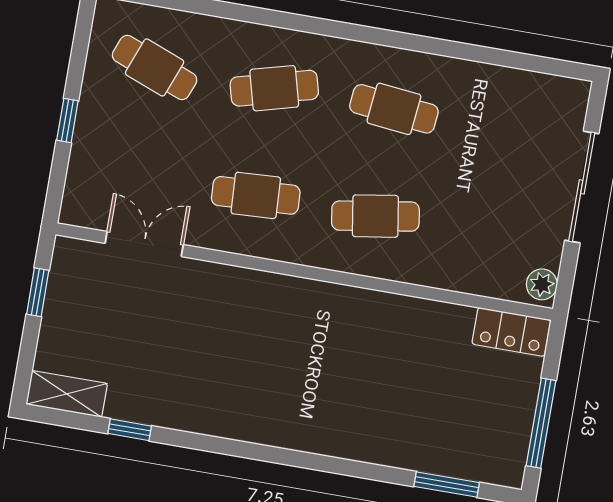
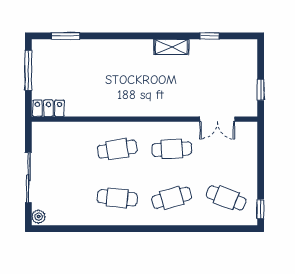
window: (67, 121) -> (261, 209), moved
plant: (542, 284) -> (39, 217), moved
shelving: (67, 394) -> (171, 47), moved

